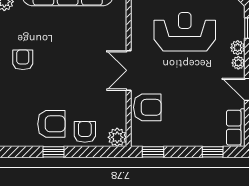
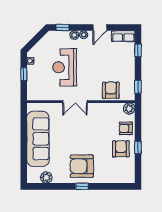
armchair: (23, 60) -> (82, 166), width x1.88, depth x1.88
double door: (129, 70) -> (75, 102), moved

